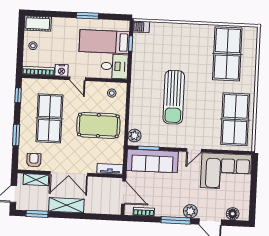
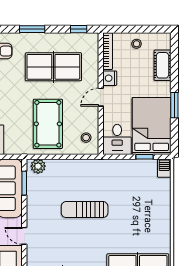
cot: (38, 24) -> (163, 65), moved
bed: (104, 42) -> (152, 126), width x1.50
sun lounger: (174, 97) -> (85, 210), width x0.73, depth x0.75

